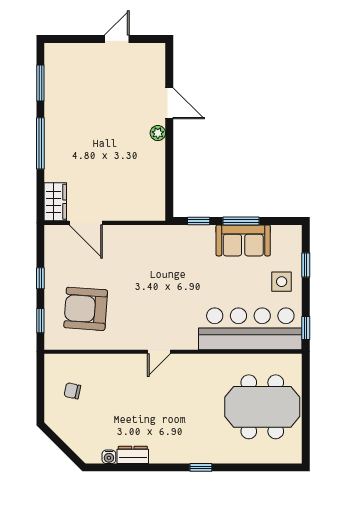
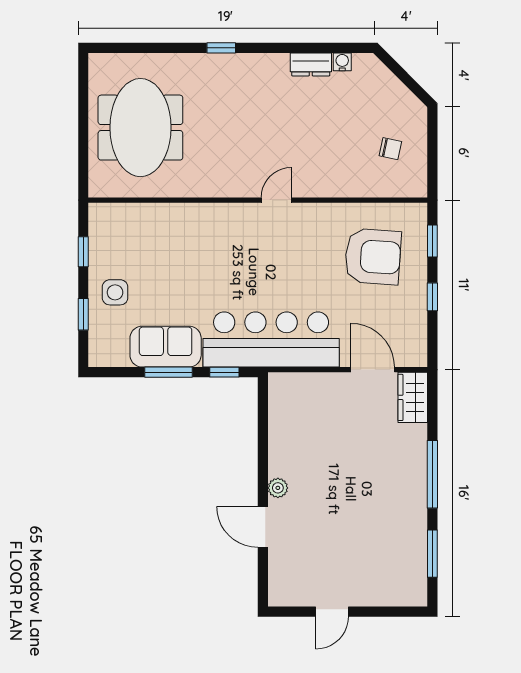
window: (306, 328) -> (83, 252), moved
bar counter: (250, 329) -> (271, 339), moved, turned 180
meeting table: (262, 407) -> (140, 128), turned 90

